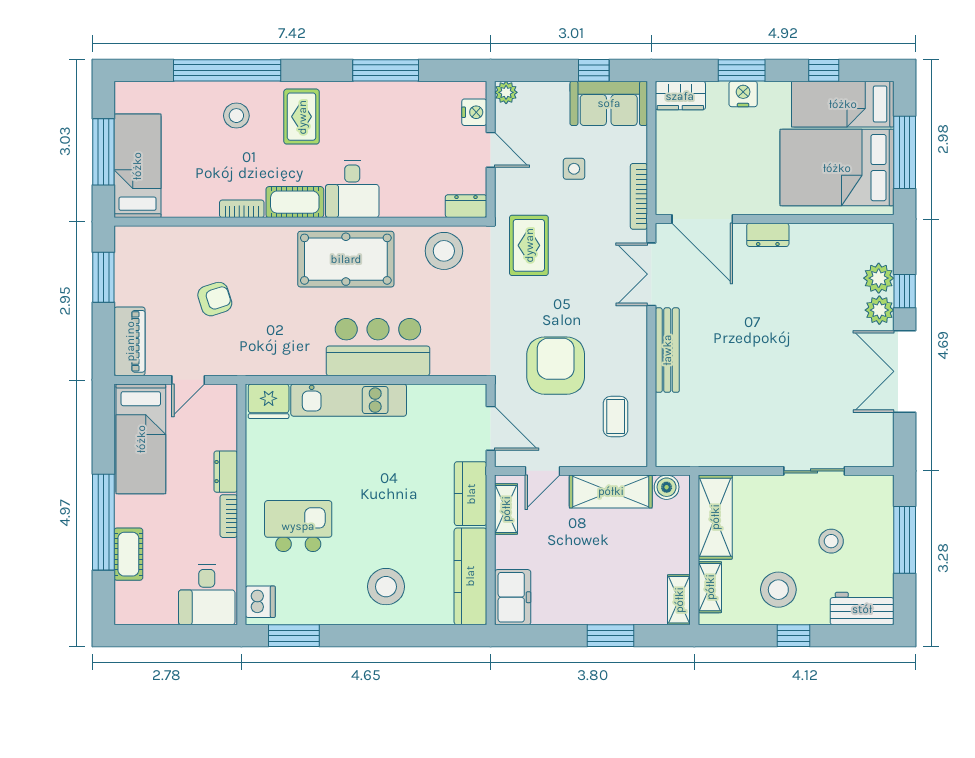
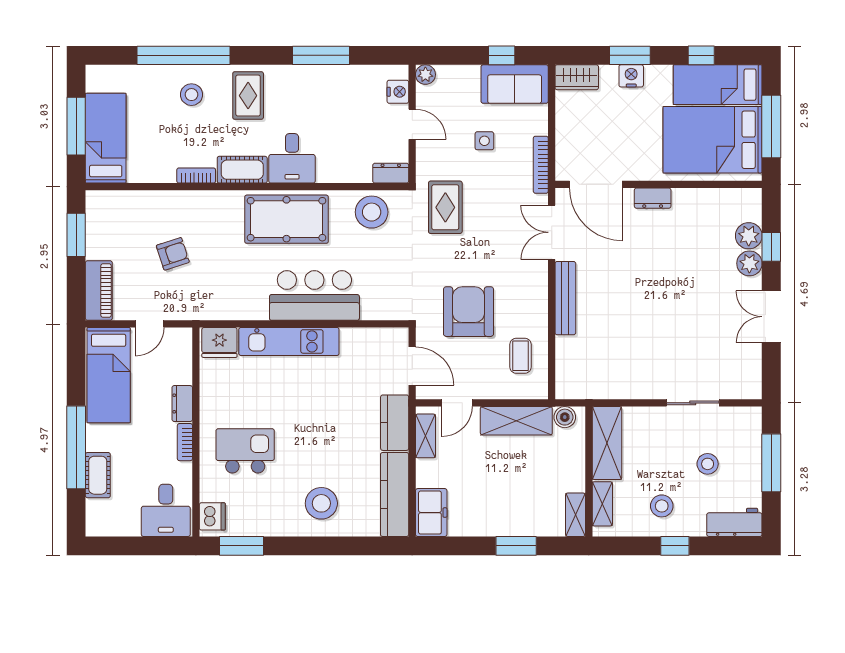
double door: (905, 371) -> (771, 317), width x0.73
stool: (778, 590) -> (662, 506), width x0.73, depth x0.73

